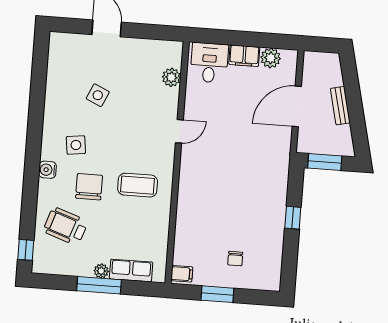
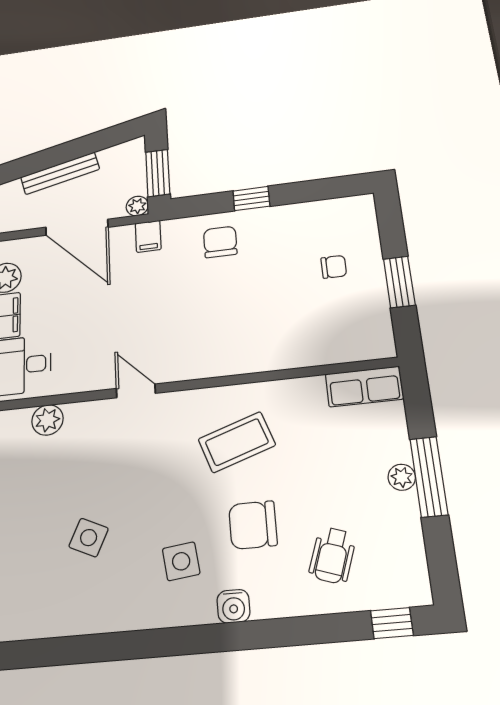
bench: (340, 106) -> (60, 173), width x1.36
plant: (304, 146) -> (137, 206), added
coffee table: (138, 185) -> (237, 442), turned 71
chair: (267, 194) -> (220, 242), added
wheelchair: (66, 226) -> (333, 555), width x0.73, depth x0.73
row of seats: (131, 270) -> (364, 386), moved, turned -90
filing cabinet: (182, 274) -> (148, 236), moved, turned 180

